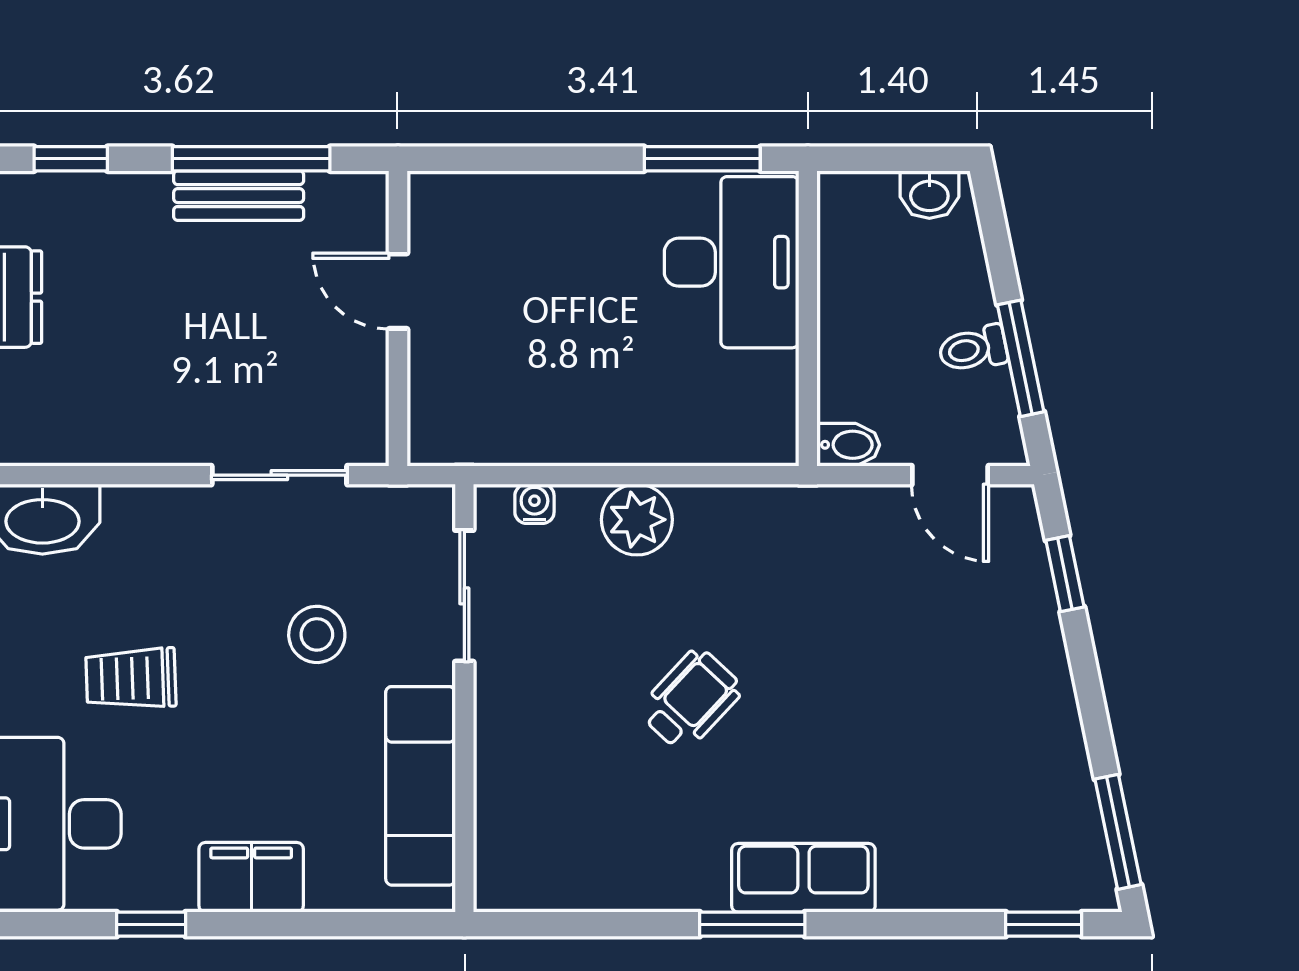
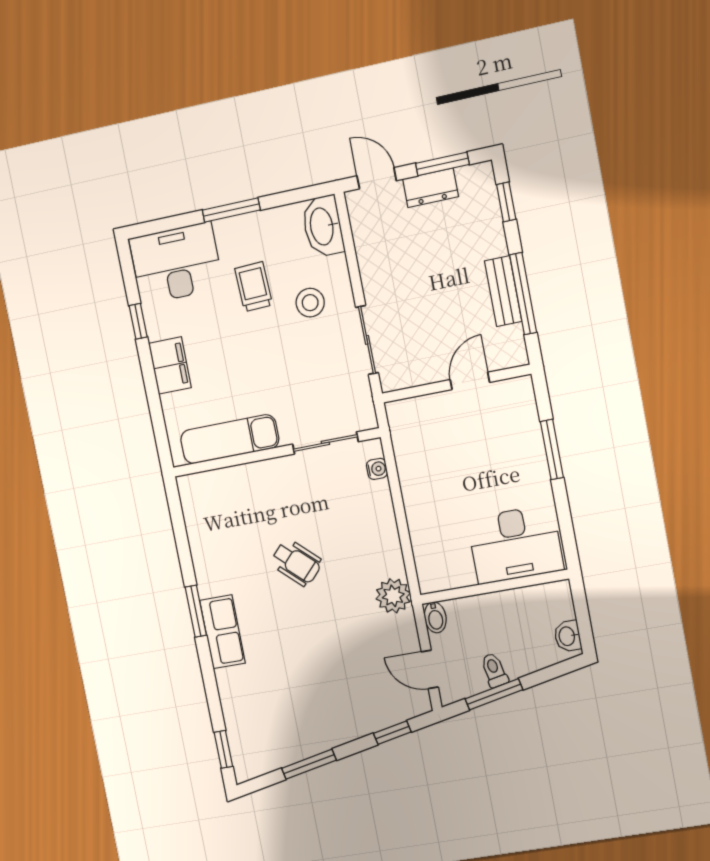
window: (702, 159) -> (552, 449), moved
door: (950, 475) -> (430, 669), hinge flipped
plant: (637, 520) -> (393, 596), moved
stool: (317, 634) -> (310, 303), moved
window: (1118, 832) -> (309, 764), moved

